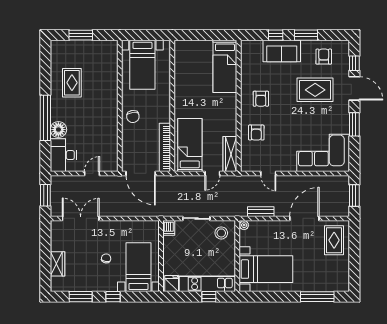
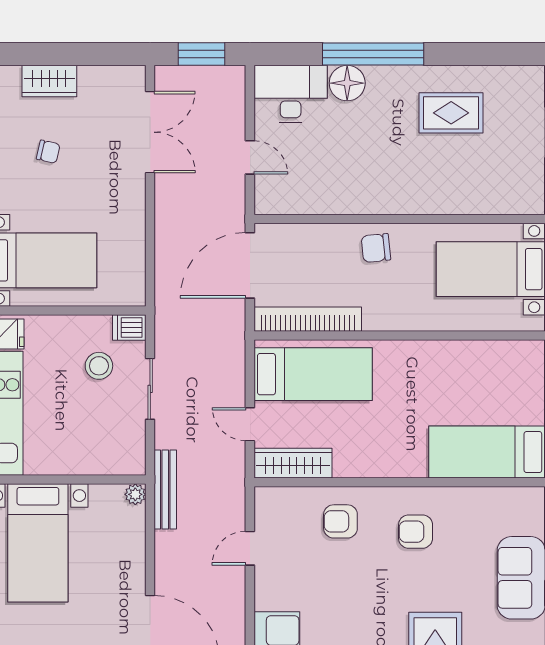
bench: (261, 212) -> (165, 490), moved, width x1.36
stool: (221, 233) -> (99, 366), moved
chair: (106, 258) -> (48, 152), moved

